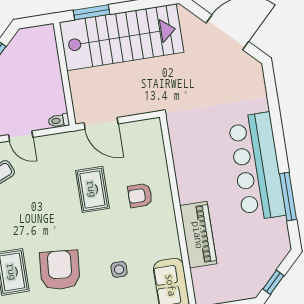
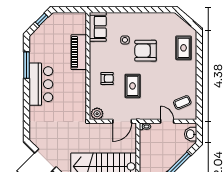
door: (101, 123) -> (122, 121), swing flipped
plant: (148, 130) -> (97, 114), added
bar counter: (257, 167) -> (41, 84), width x0.73
armchair: (60, 270) -> (146, 51), moved, turned 85

